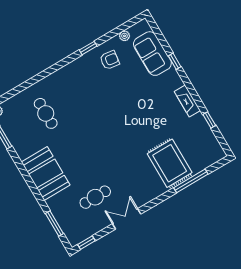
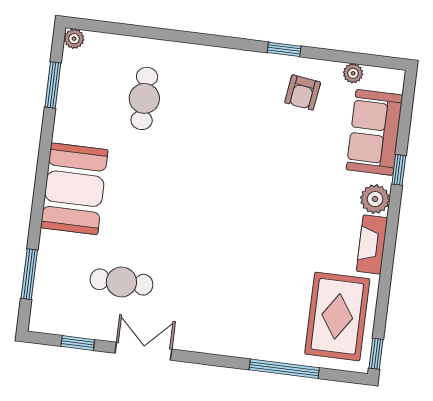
armchair: (110, 60) -> (303, 92), turned 90
plant: (174, 81) -> (375, 199), added
window: (209, 120) -> (376, 354), moved
rug: (170, 163) -> (337, 316), moved
window: (86, 243) -> (78, 343), moved

